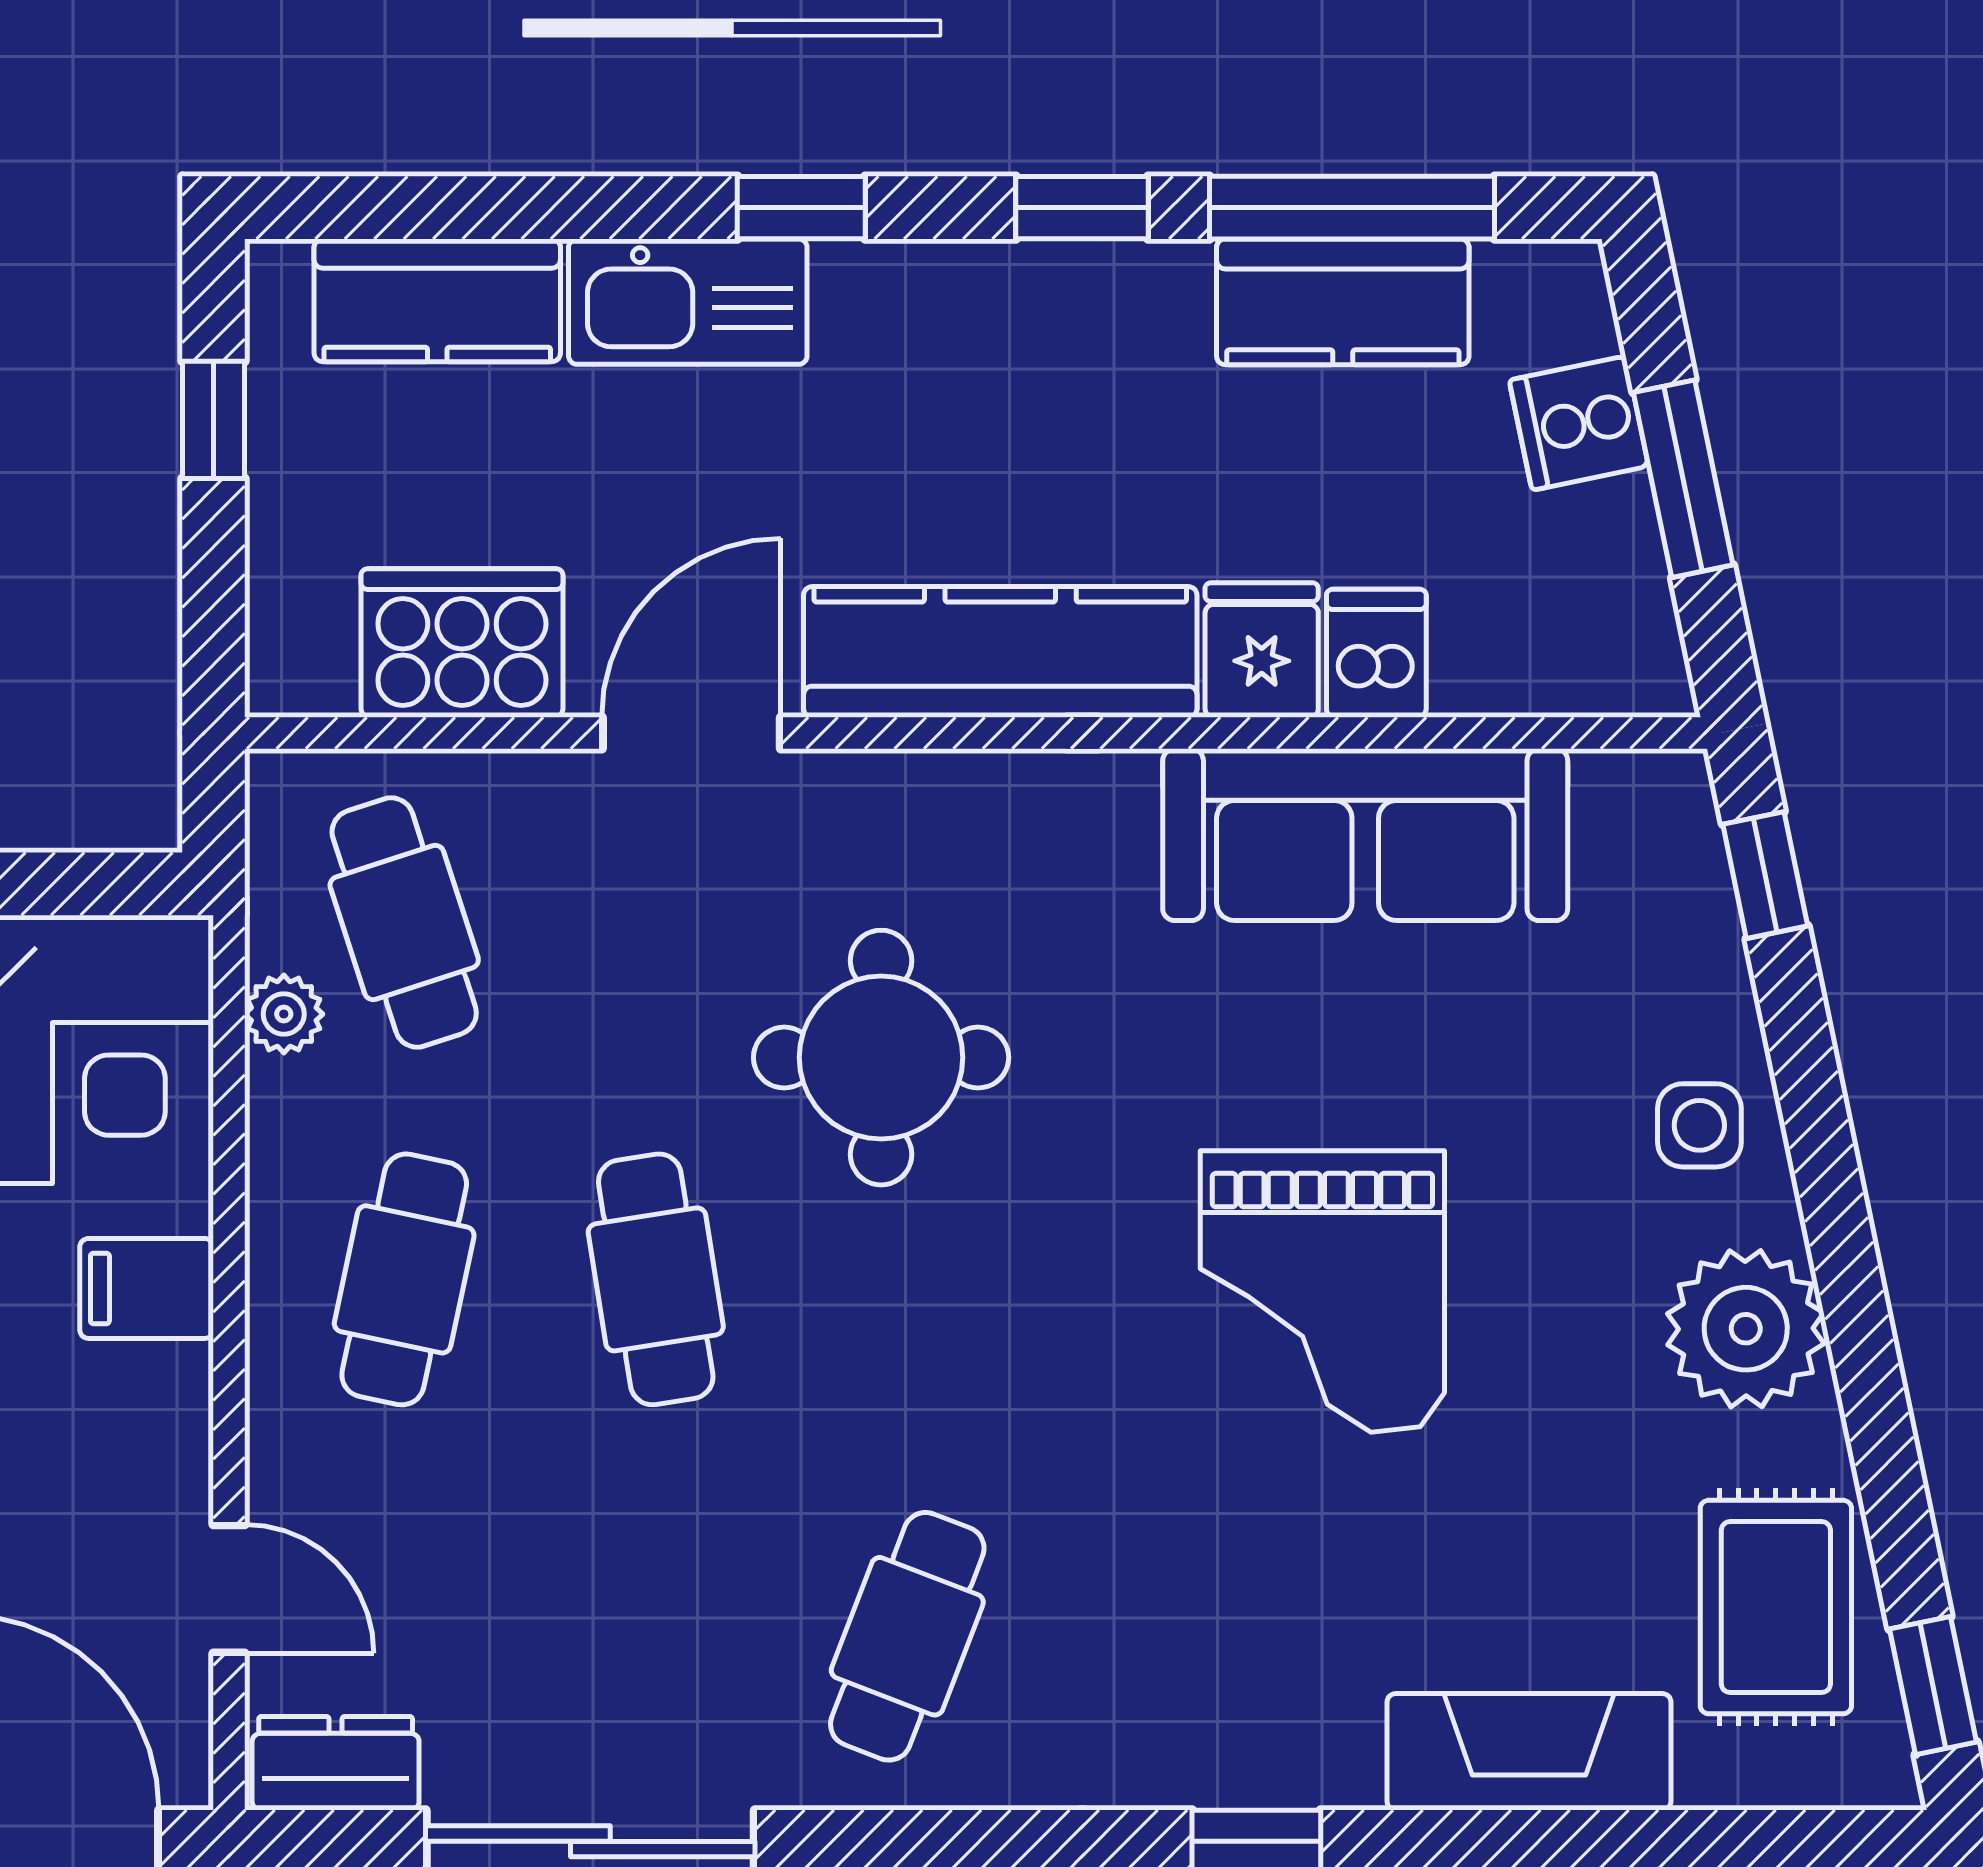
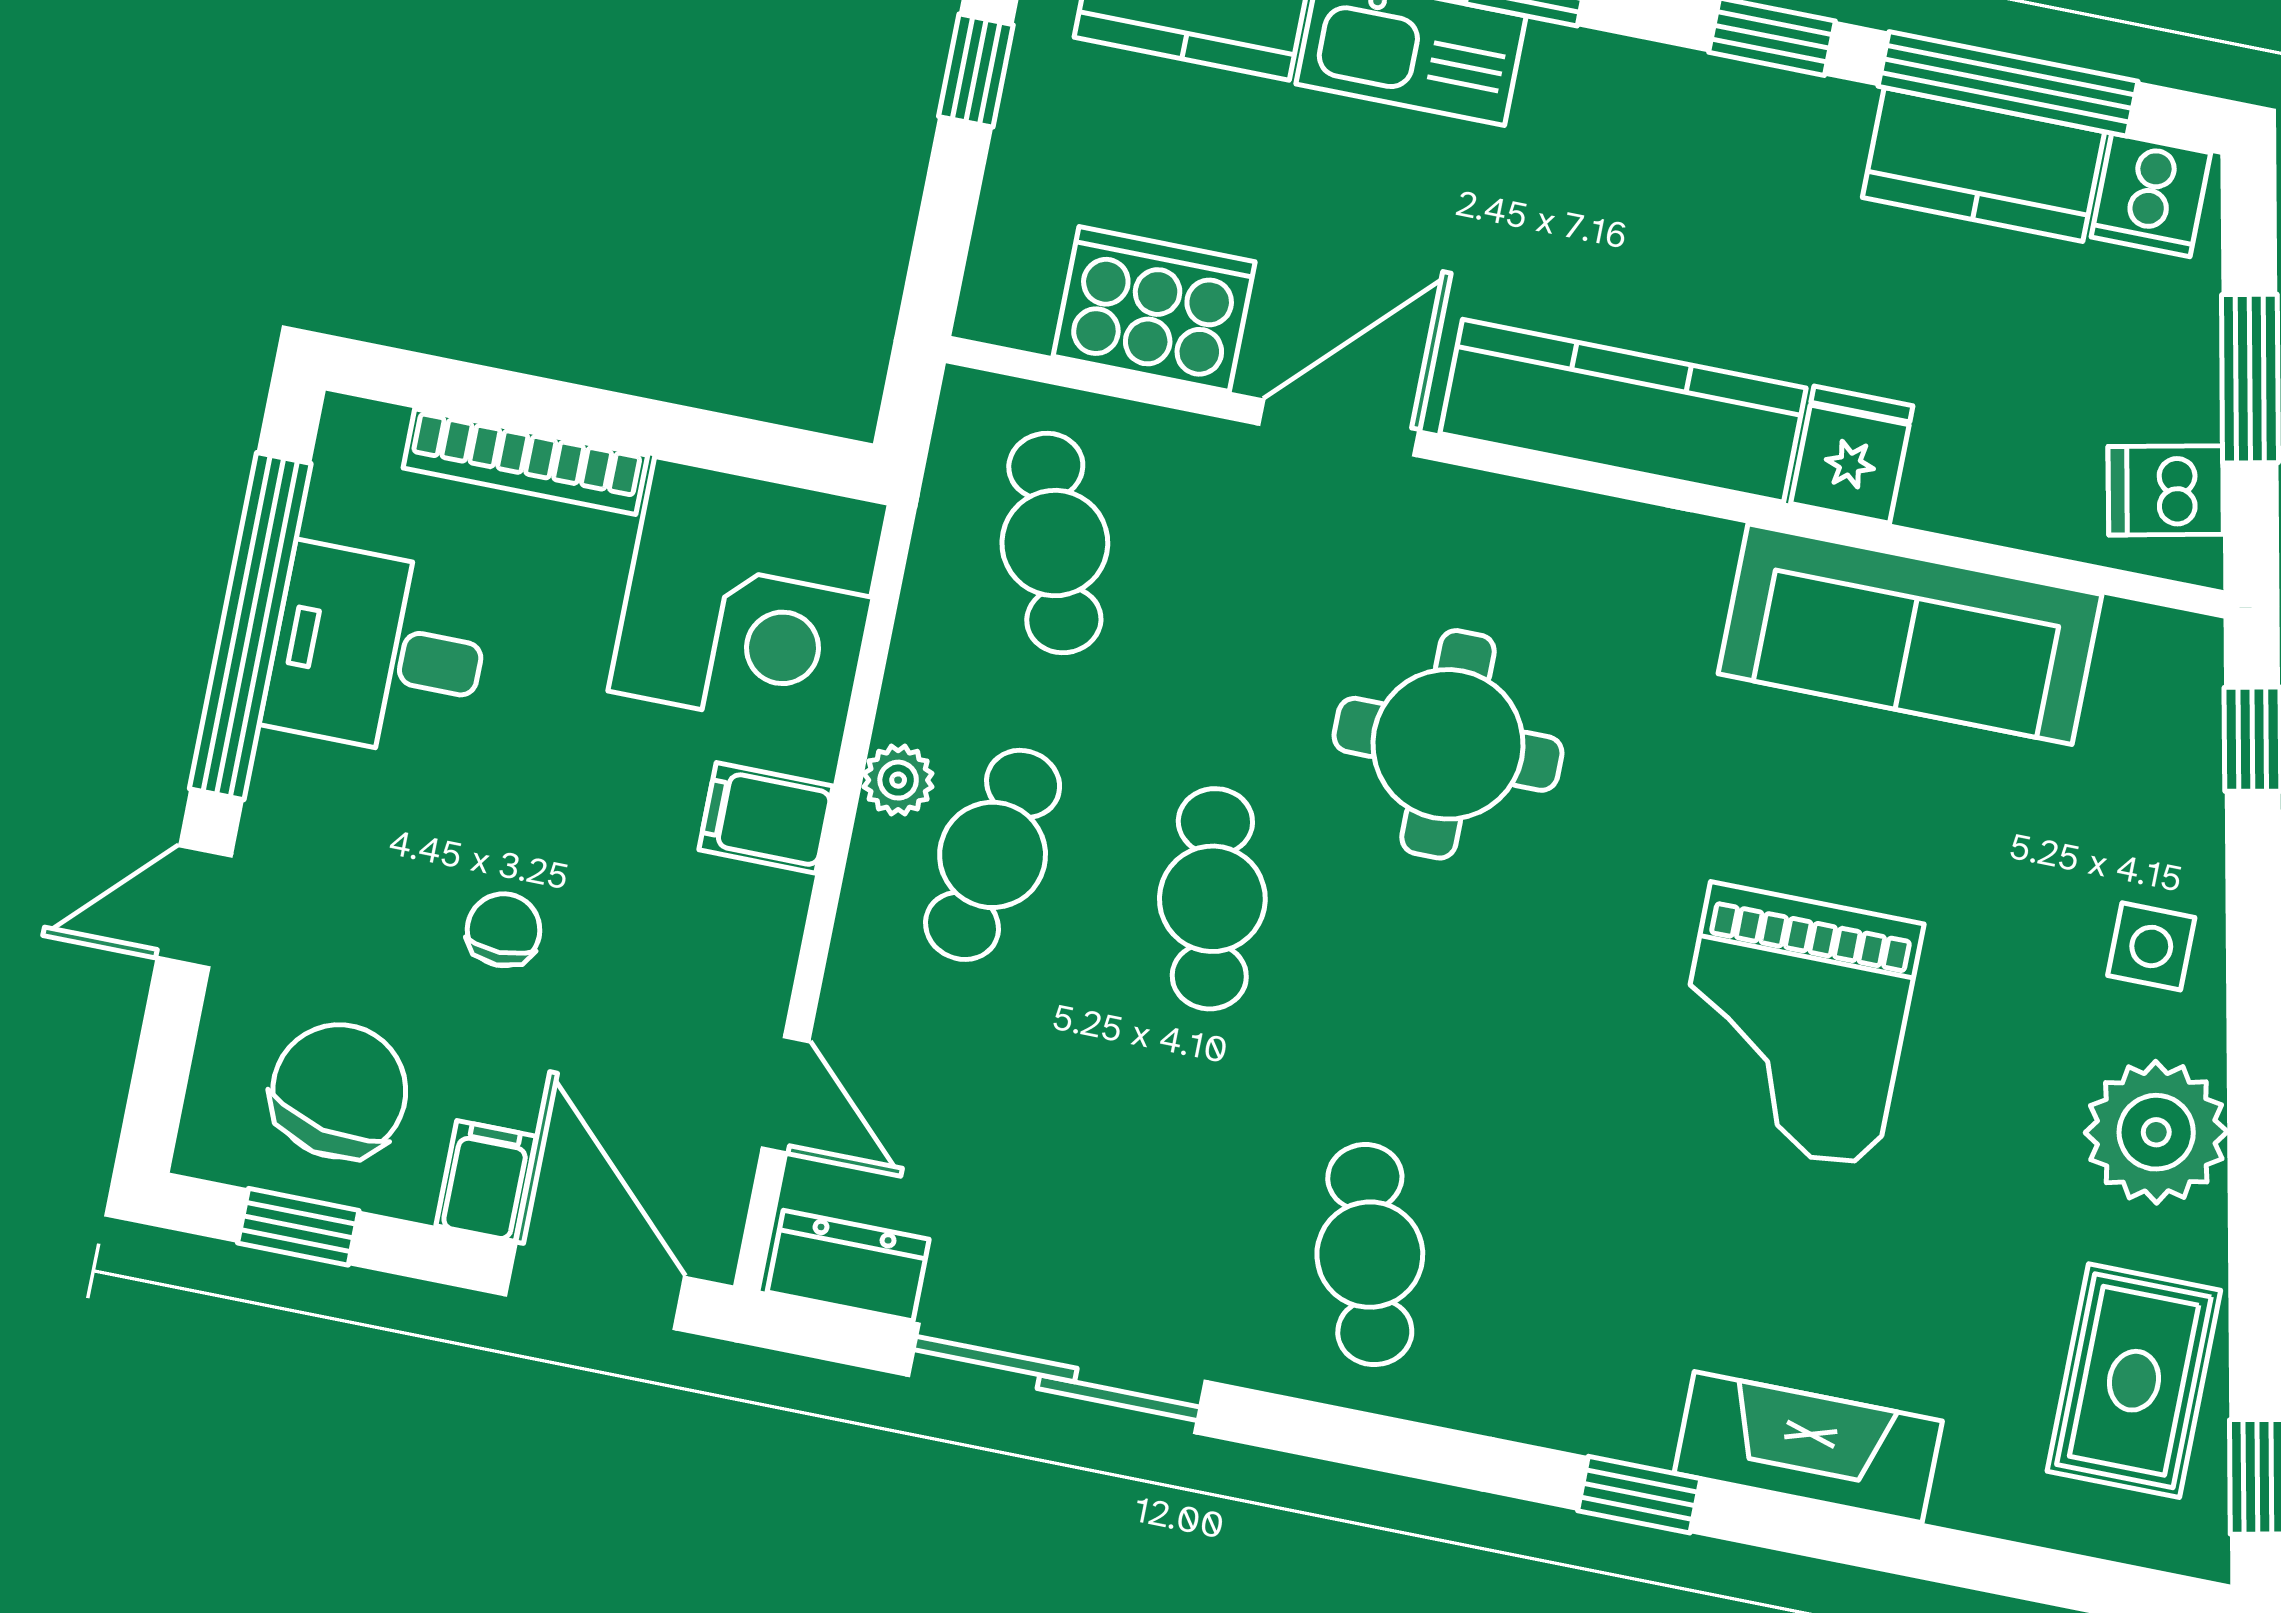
cooker: (1579, 423) -> (2151, 195), moved, turned -78
dishwasher: (1376, 653) -> (2166, 490), moved, turned -102
plant: (284, 1014) -> (898, 780), moved
cafe table: (907, 1636) -> (1370, 1255), turned -36
fireplace: (1529, 1752) -> (1808, 1447), moved

